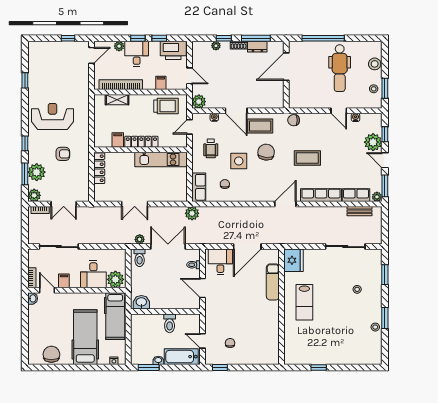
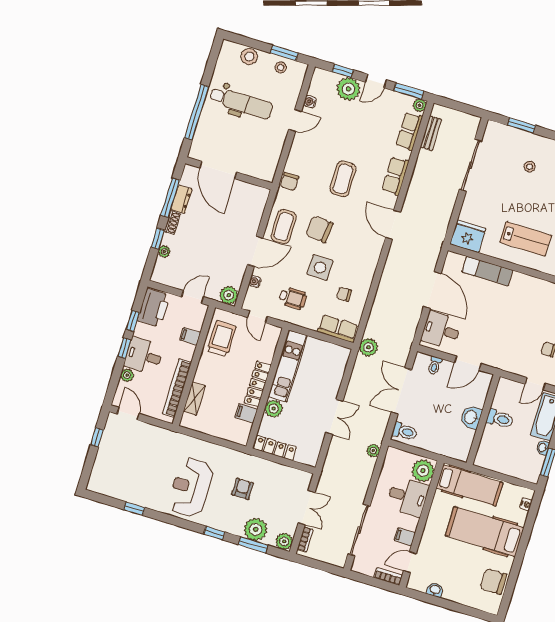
plant: (127, 159) -> (274, 409), added
row of seats: (321, 195) -> (396, 176), width x0.68
plant: (140, 239) -> (373, 451), moved
washbasin: (33, 298) -> (435, 590), moved
washbasin: (141, 302) -> (471, 417), moved

